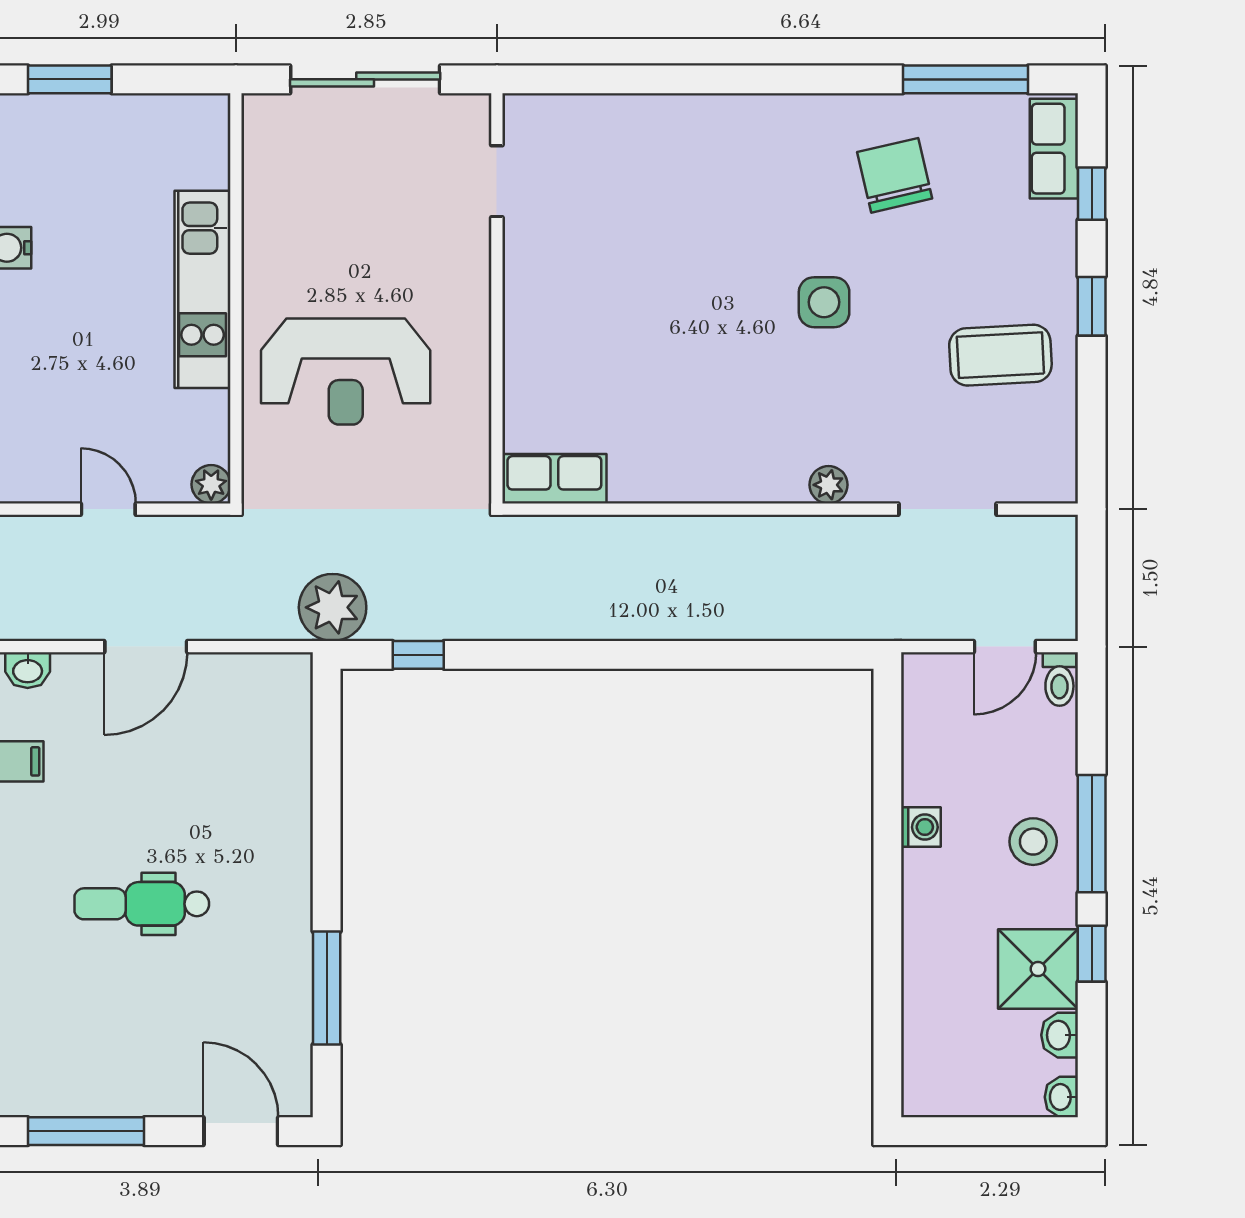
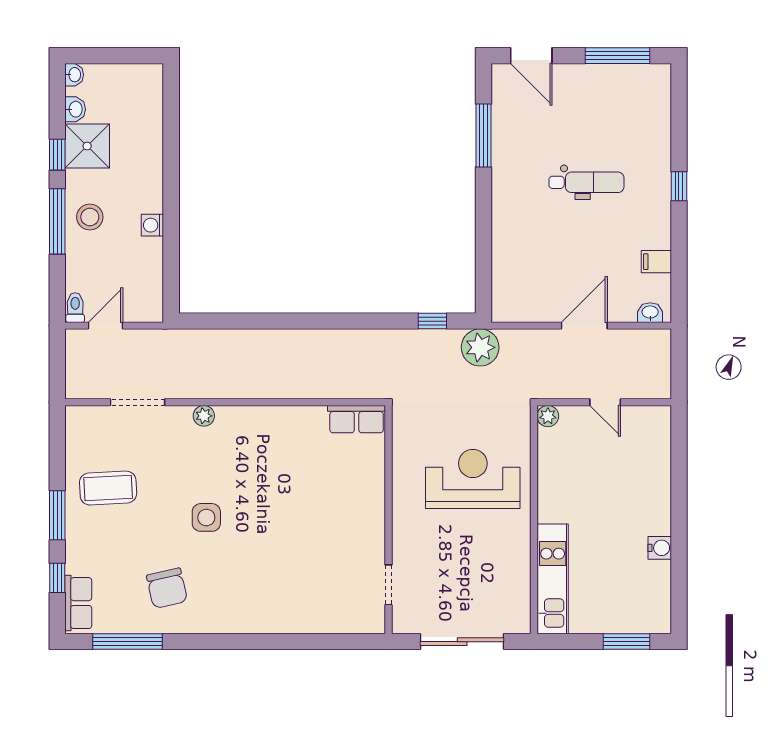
kitchen unit: (203, 289) -> (553, 579), moved
window: (1092, 306) -> (57, 515), width x1.50

